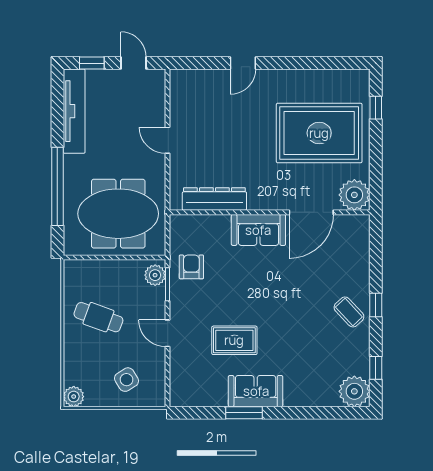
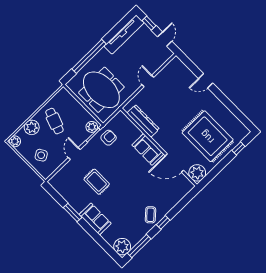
plant: (77, 356) -> (32, 127), added
window: (376, 368) -> (139, 246), width x2.17
sofa: (256, 391) -> (95, 219), moved

